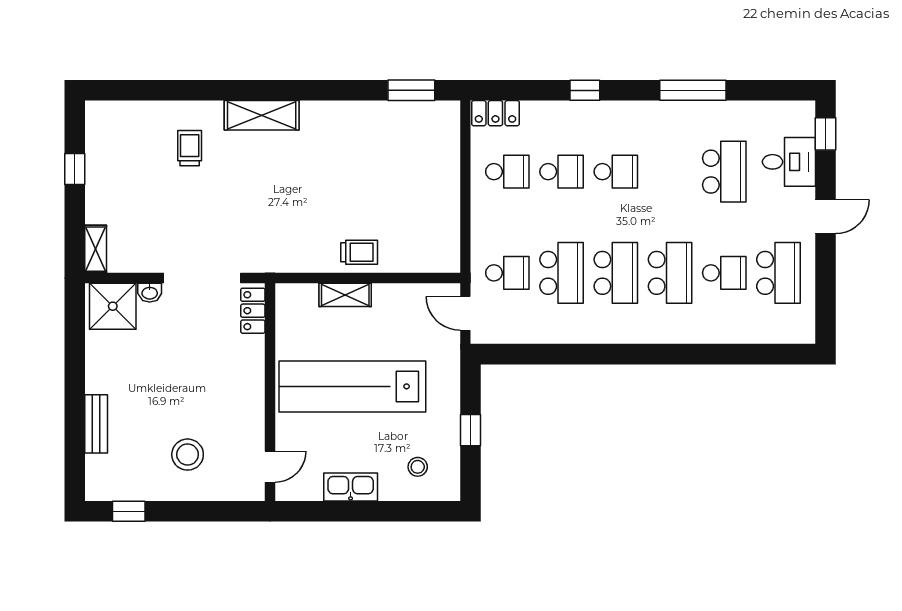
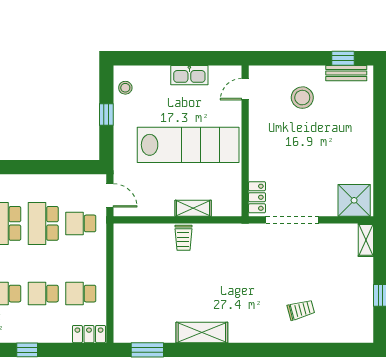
shelving: (262, 115) -> (202, 333), moved
trolley: (190, 148) -> (301, 310), turned -105
trolley: (359, 252) -> (183, 238), turned -90
washbasin: (150, 293) -> (329, 210), removed
bench: (96, 424) -> (346, 73), moved, turned 90
stool: (418, 467) -> (125, 88), moved

